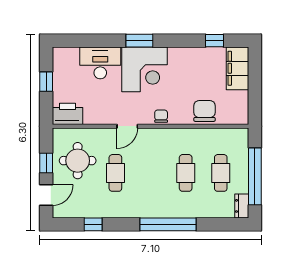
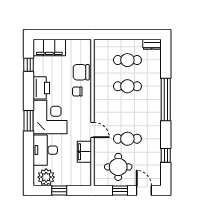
plant: (64, 64) -> (46, 177), added
printer: (67, 114) -> (41, 88), moved, turned 180
filing cabinet: (98, 115) -> (84, 152), added
chair: (161, 116) -> (77, 91), moved
window: (255, 176) -> (130, 35), removed

